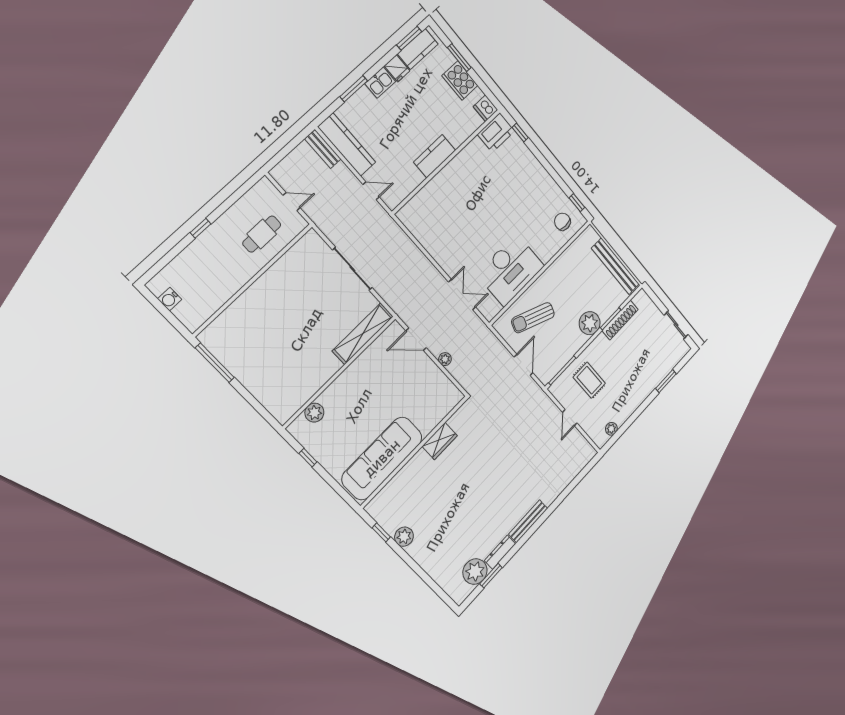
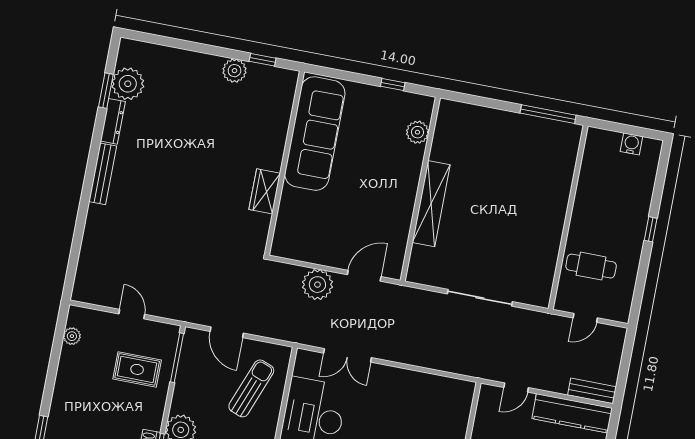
cafe table: (262, 234) -> (591, 266), turned 90
shelving: (363, 334) -> (431, 204), moved
plant: (445, 359) -> (317, 285), width x1.87, depth x1.87

